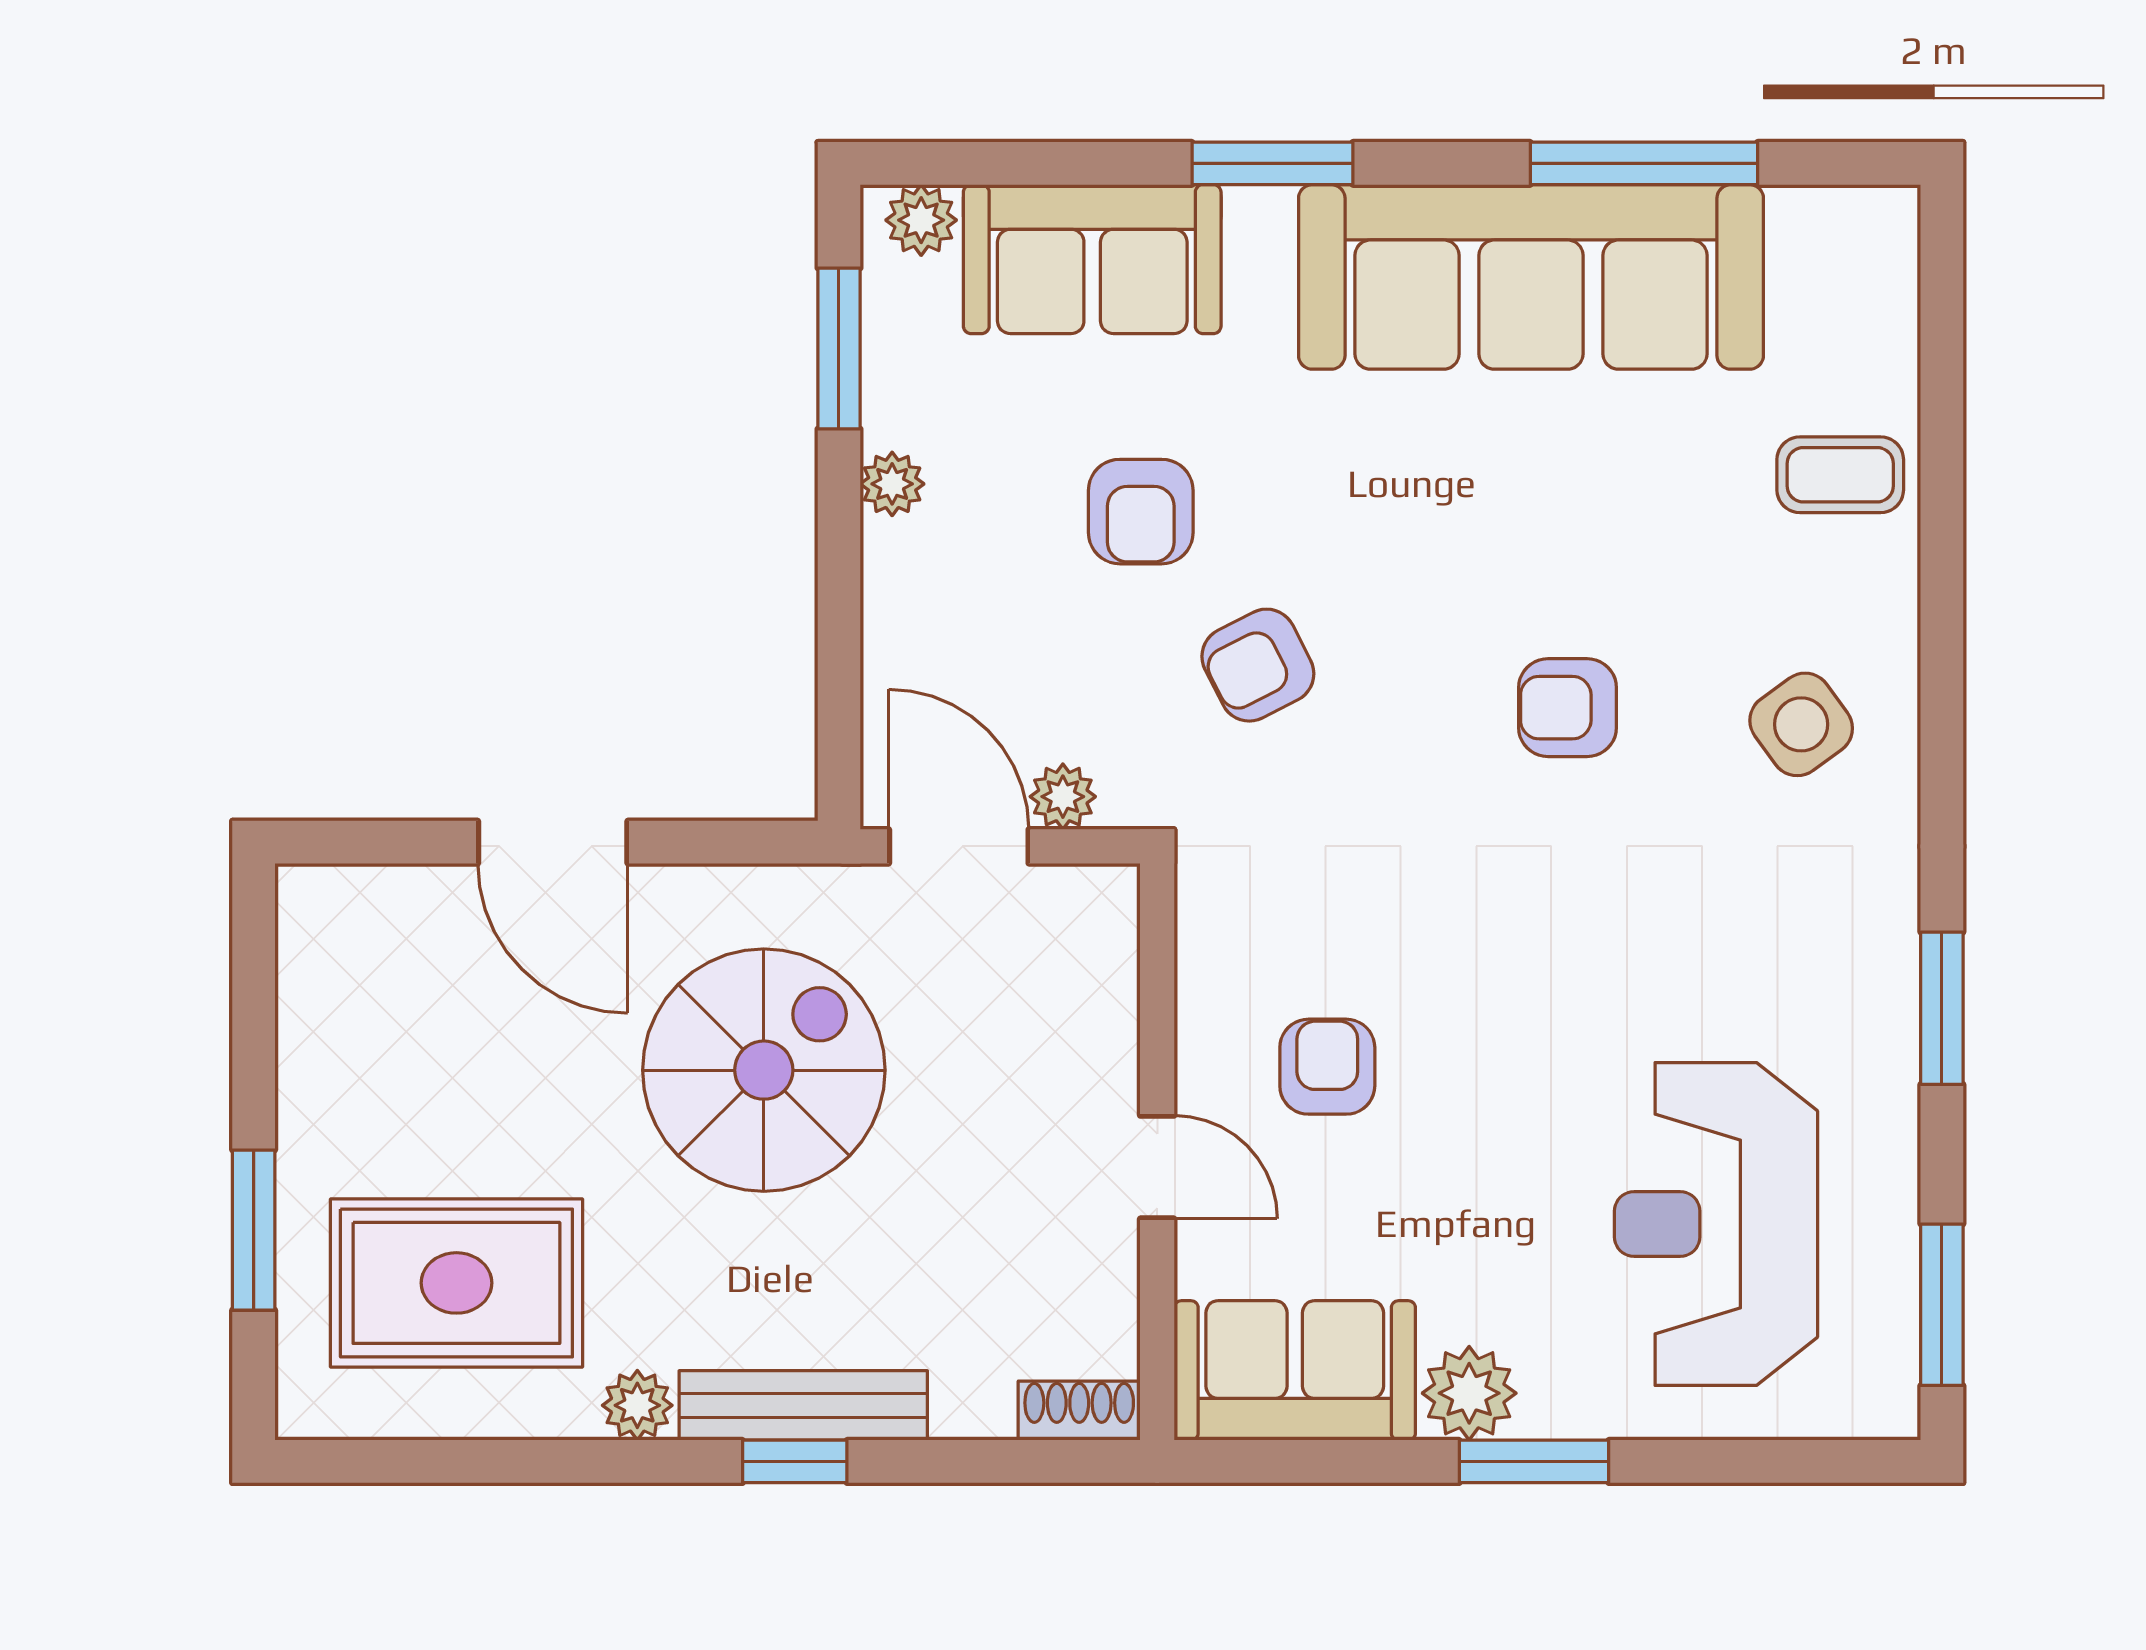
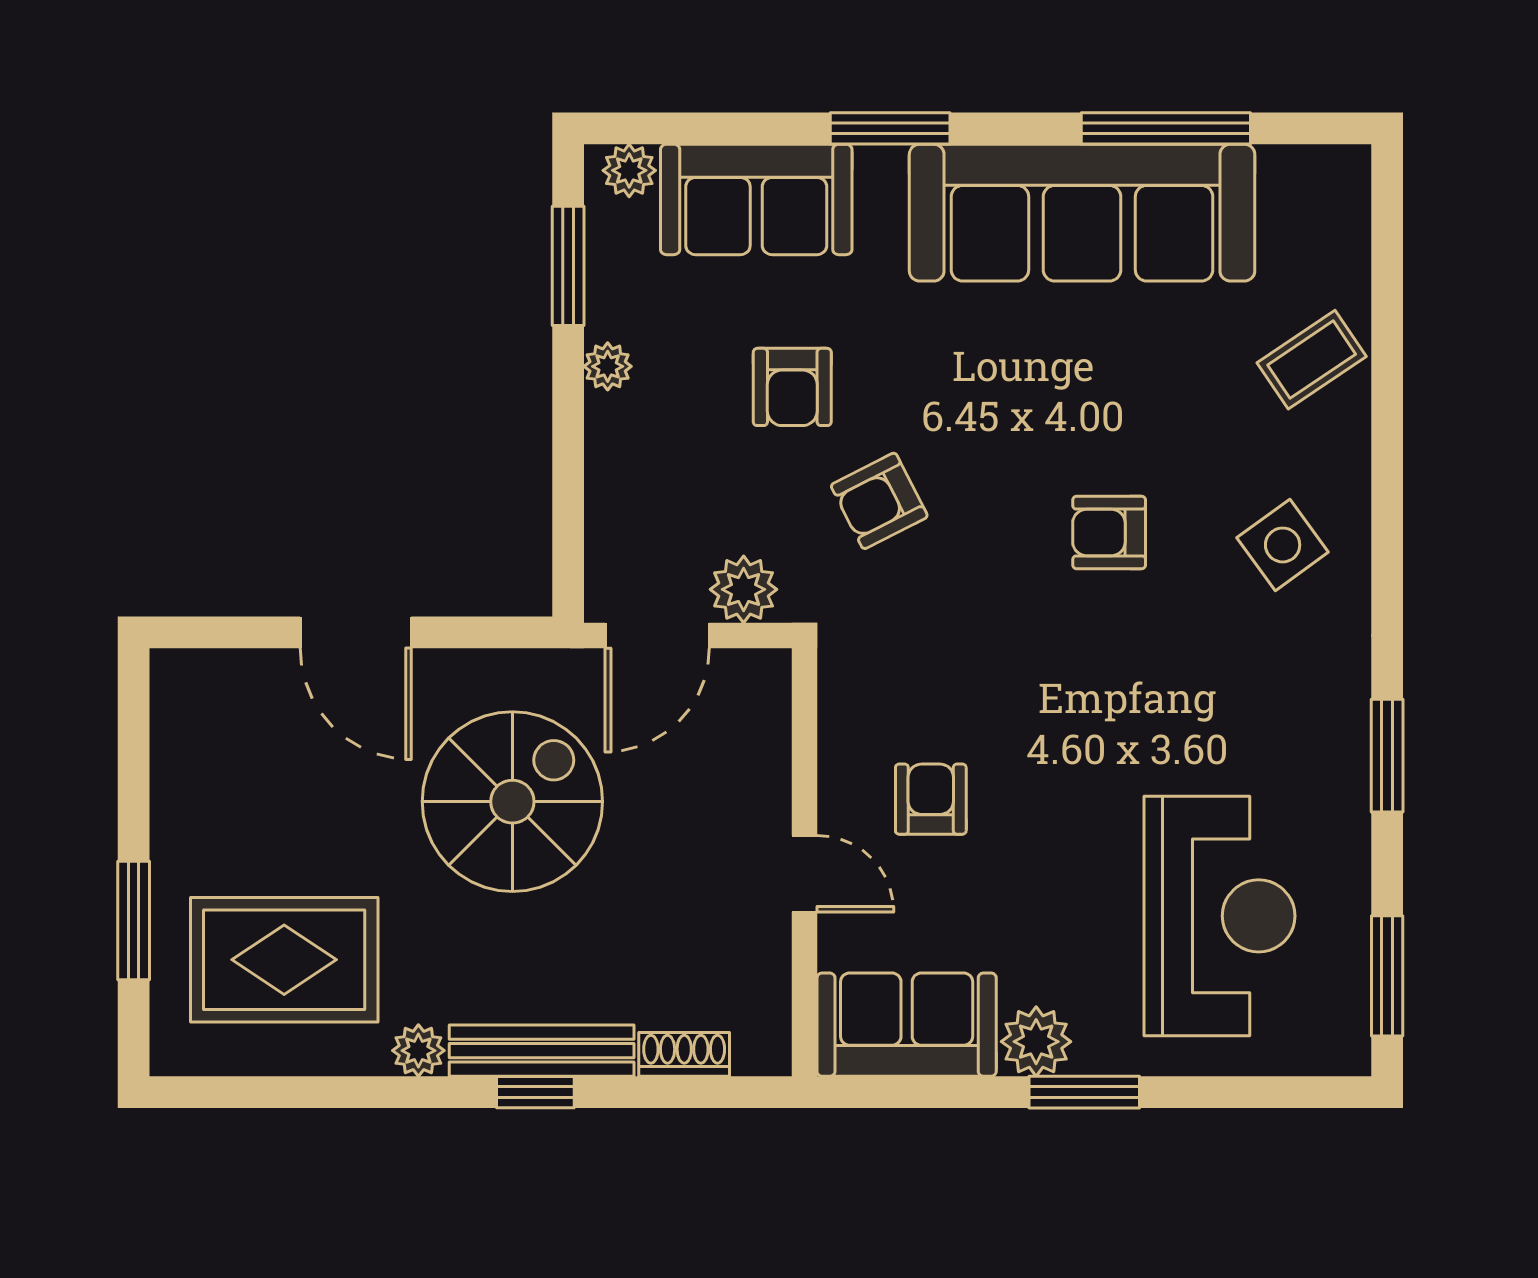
coffee table: (1840, 475) -> (1312, 360), turned -34
plant: (1063, 797) -> (744, 589), width x1.38, depth x1.38
door: (959, 846) -> (657, 635), swing flipped
reception desk: (1716, 1224) -> (1219, 916), turned 180
shoe rack: (1079, 1411) -> (684, 1054), moved

